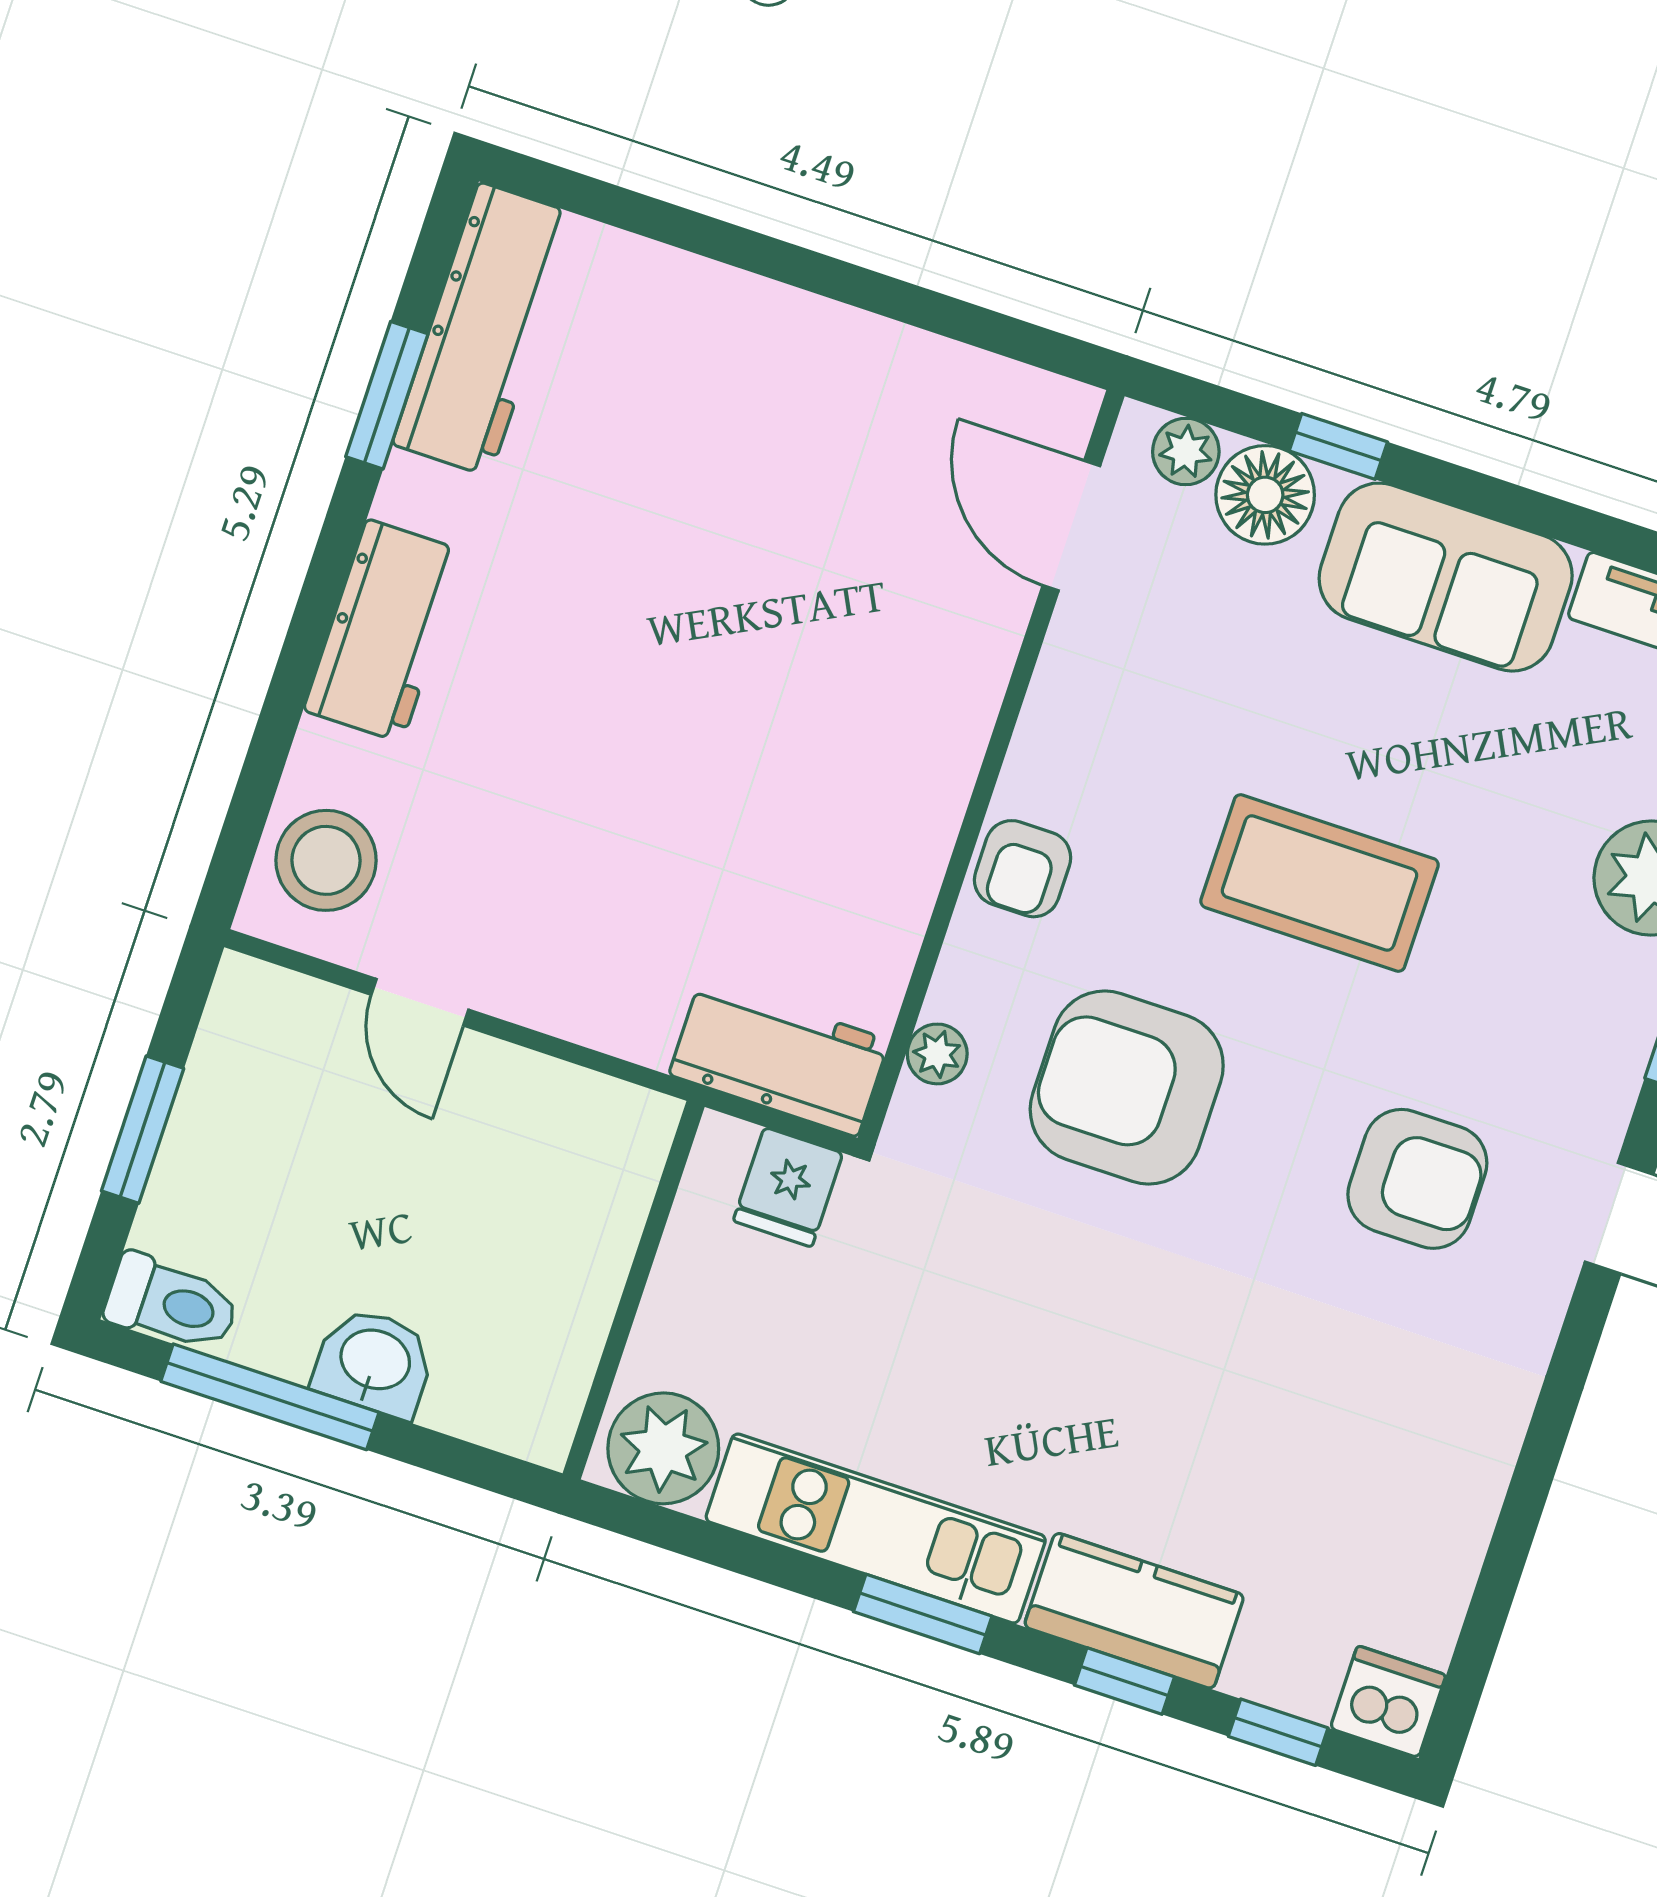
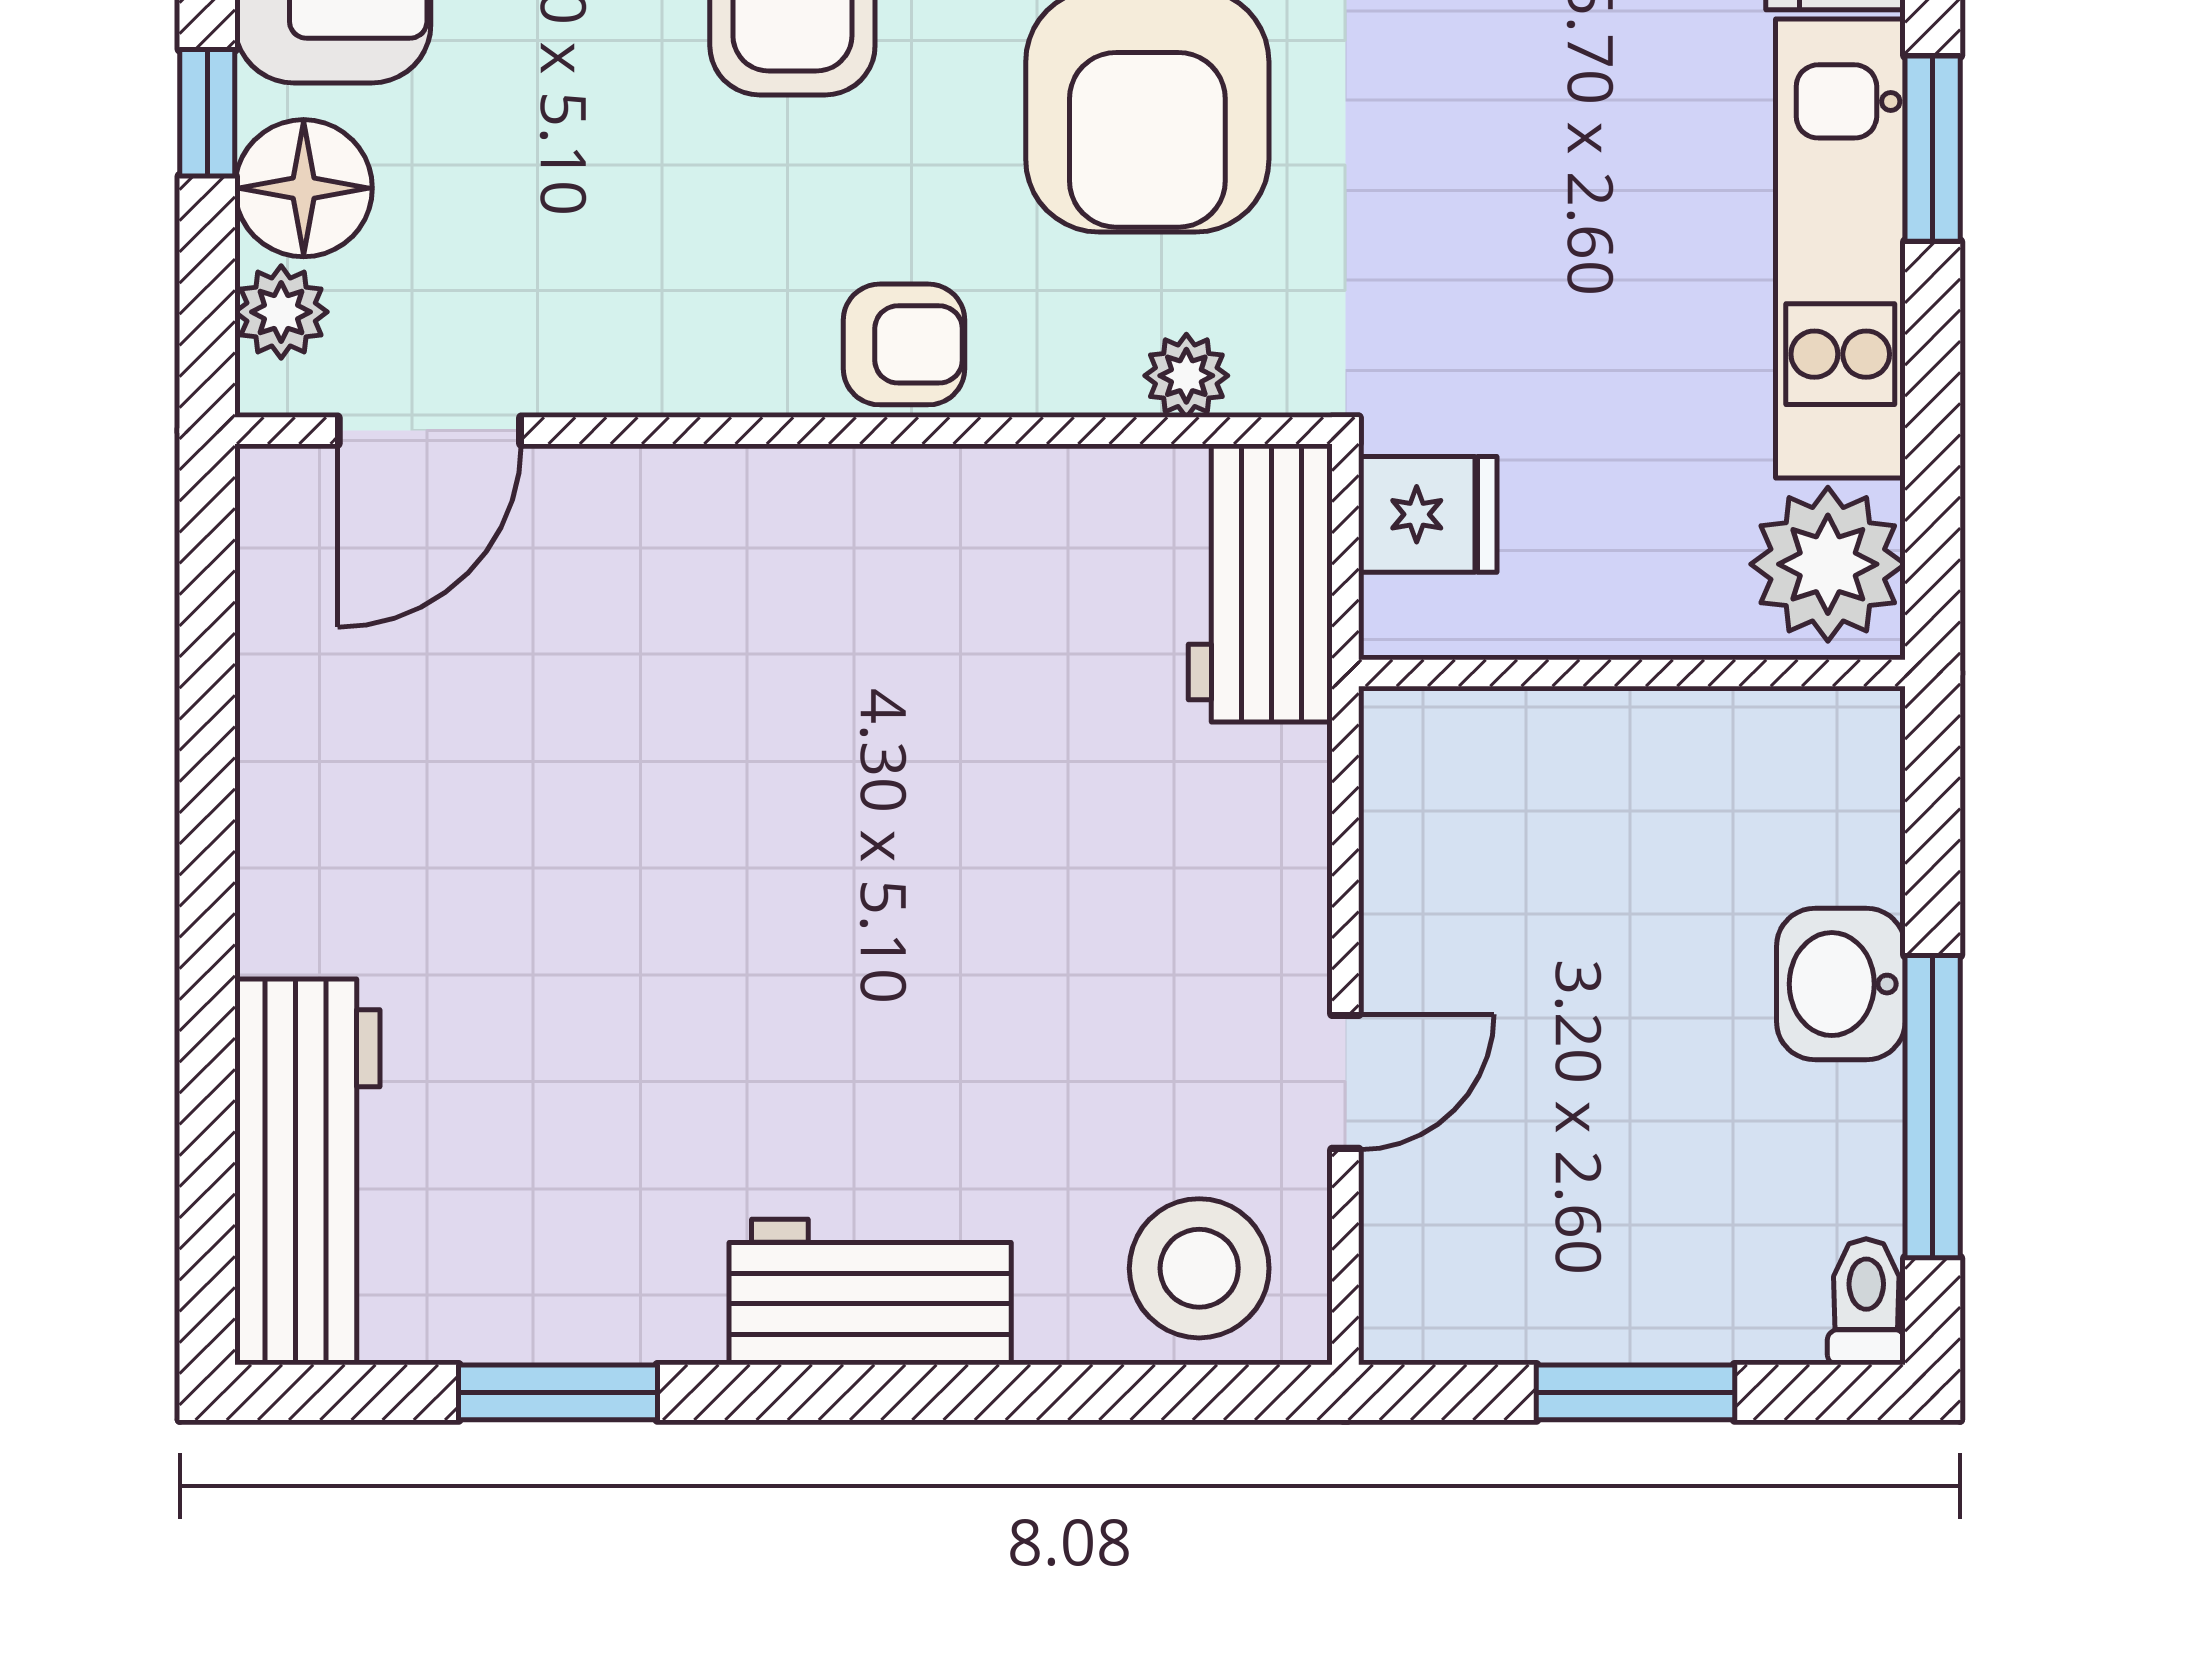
workbench: (484, 329) -> (307, 1172), moved, turned 90
toilet: (172, 1303) -> (1866, 1302), width x0.73, depth x0.72

